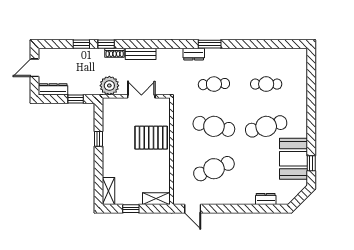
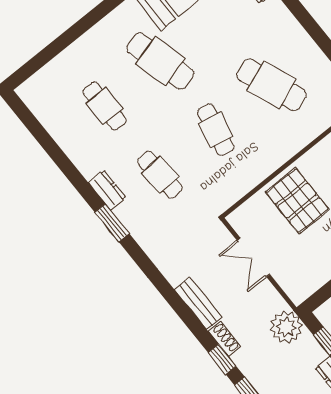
dresser: (194, 54) -> (107, 190), moved
plant: (109, 86) -> (286, 327), moved
cafe table: (214, 126) -> (216, 130), width x0.73, depth x0.74

